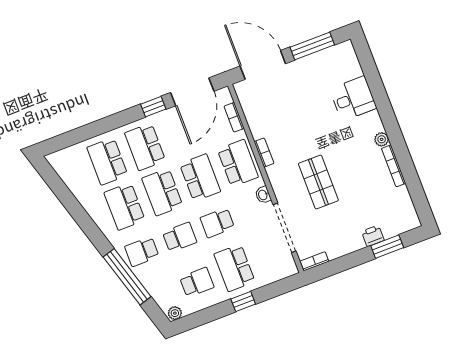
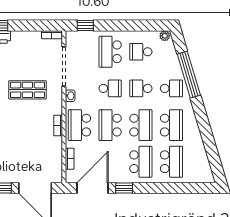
shop shelf: (318, 182) -> (27, 90), turned 90
school desk: (235, 268) -> (110, 52), turned 180
window: (243, 302) -> (85, 25), moved

